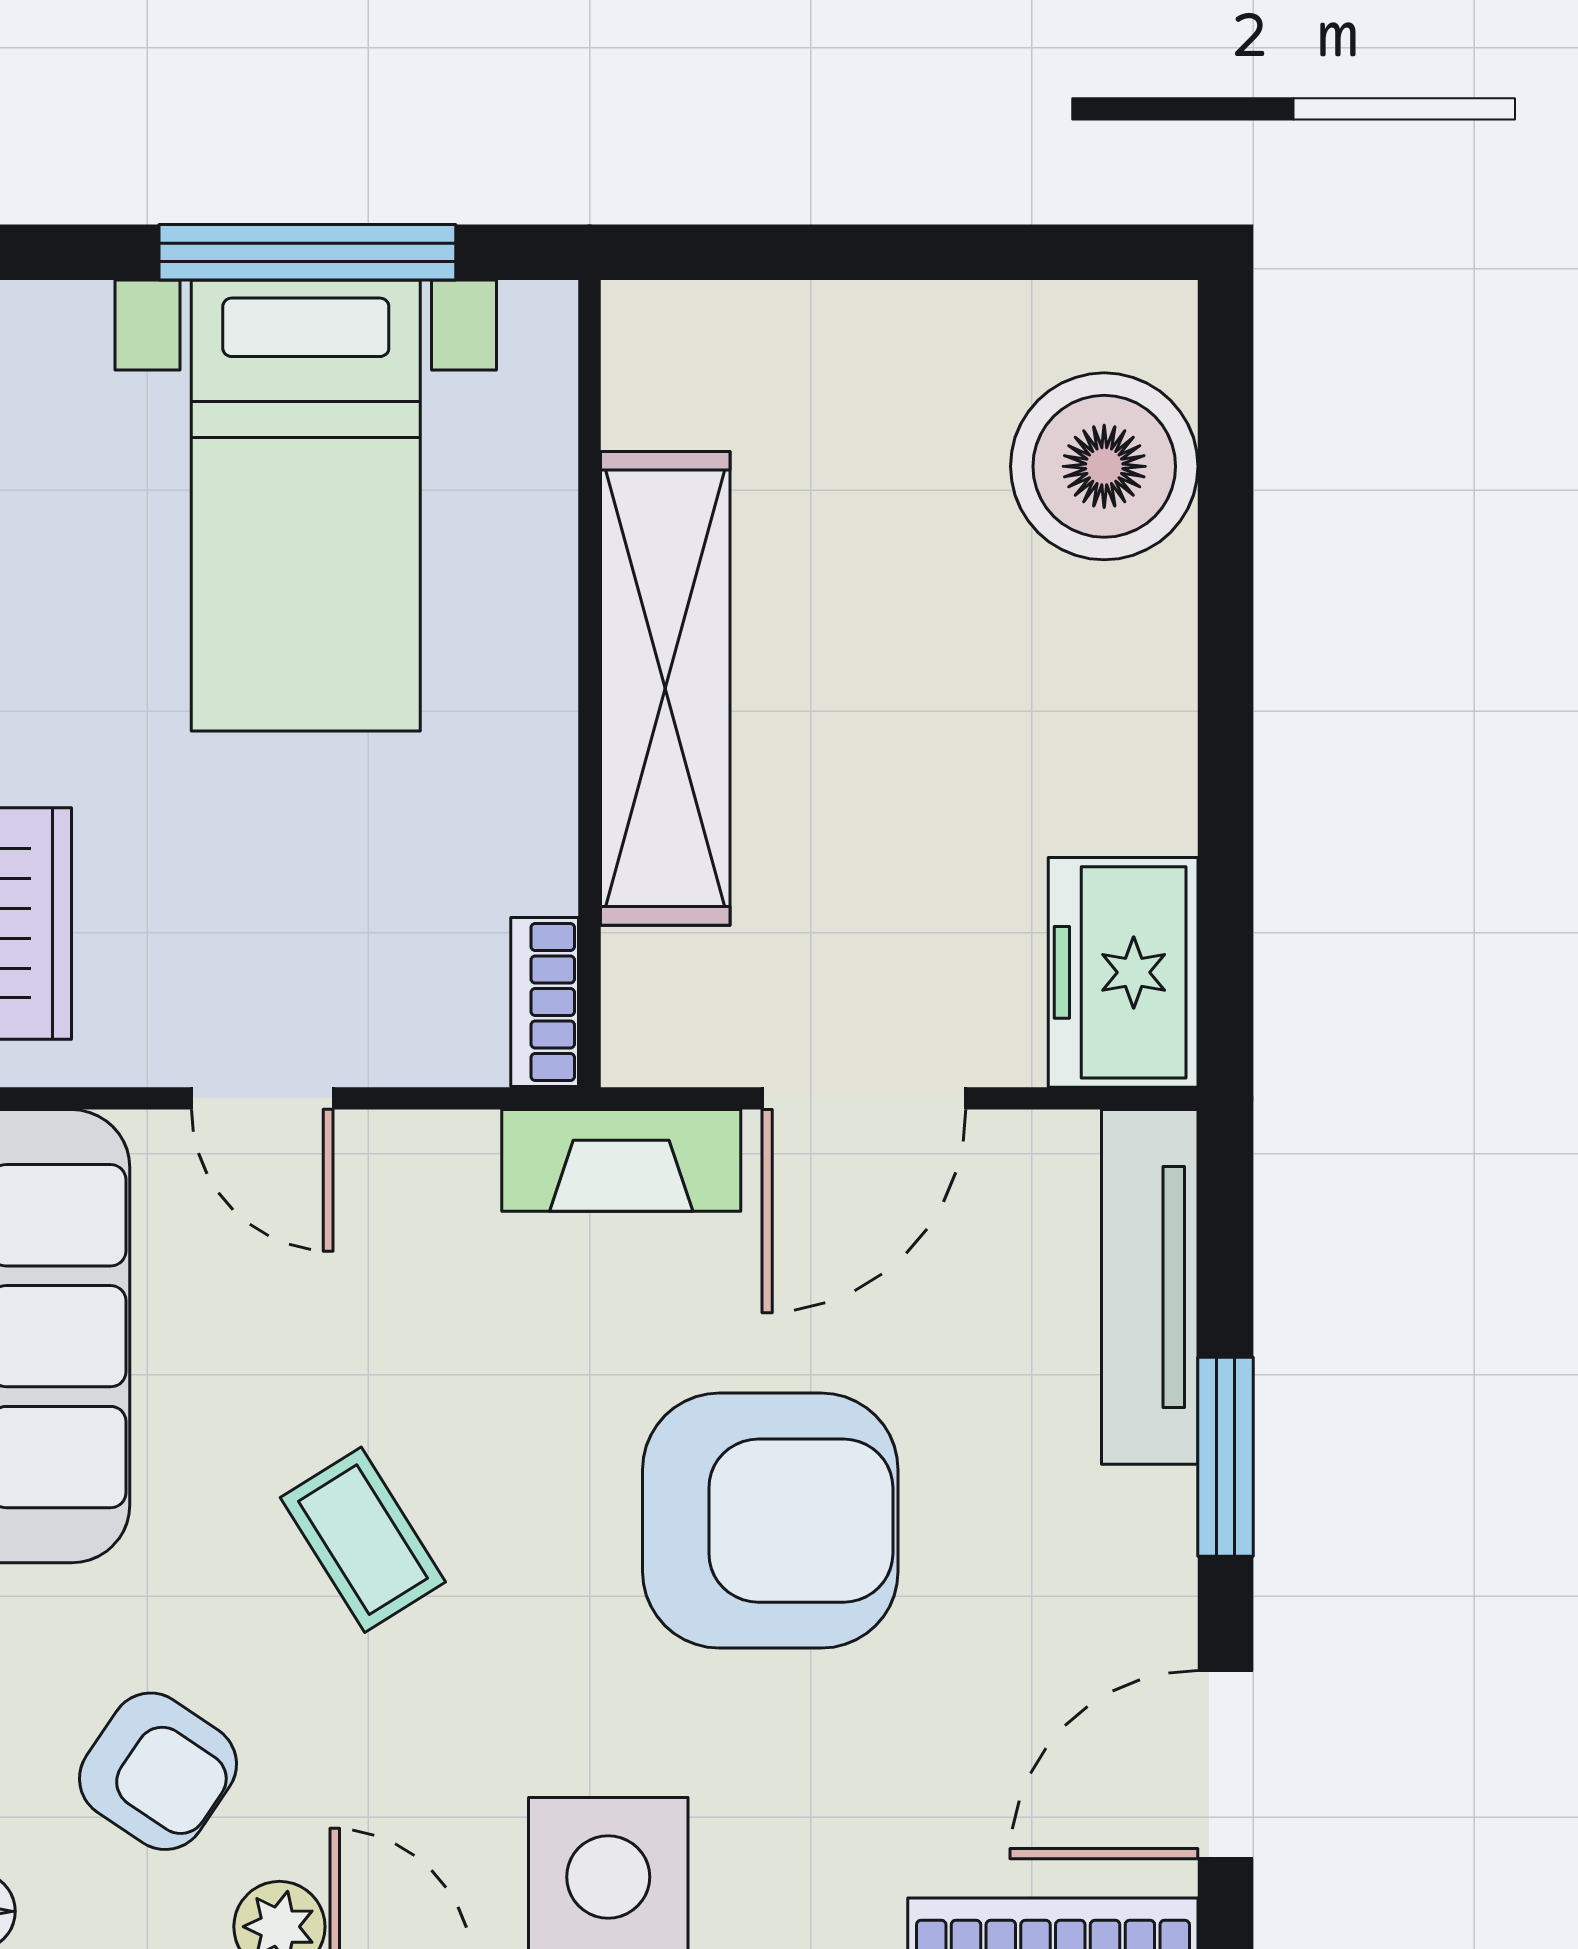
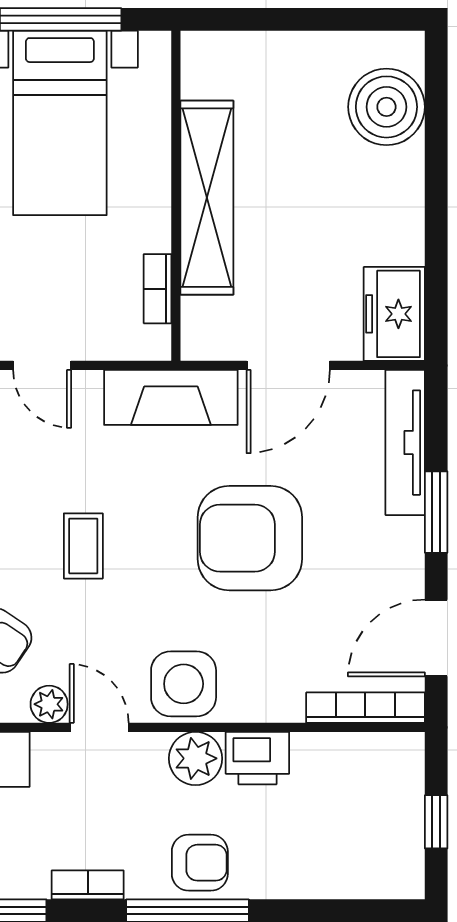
bookcase: (545, 1002) -> (158, 289), moved
fireplace: (621, 1160) -> (171, 397), width x1.37, depth x1.32
armchair: (770, 1521) -> (250, 538), turned 180
coffee table: (363, 1540) -> (83, 546), turned 32

